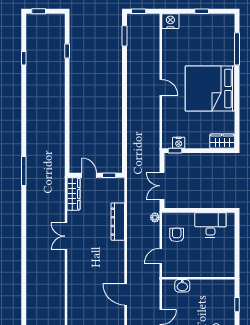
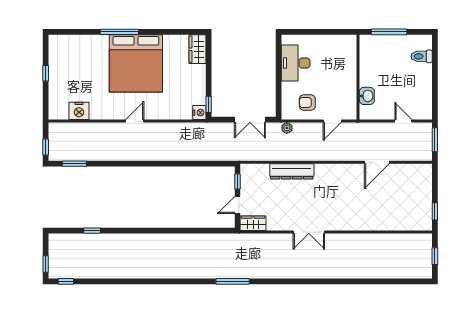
nightstand: (170, 21) -> (79, 111), moved, turned -90
window: (237, 49) -> (119, 32), moved
window: (24, 58) -> (66, 281), moved
nightstand: (179, 143) -> (199, 113), moved
wardrobe: (73, 194) -> (253, 223), width x0.67
door: (161, 256) -> (332, 121), hinge flipped
window: (237, 305) -> (389, 32), width x2.17

